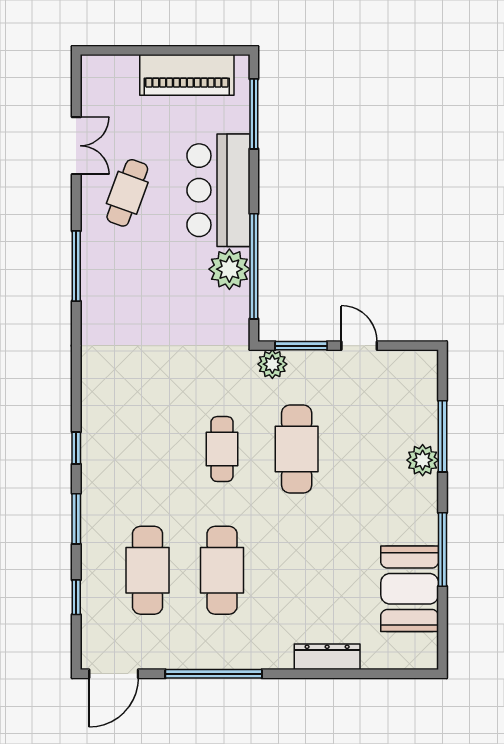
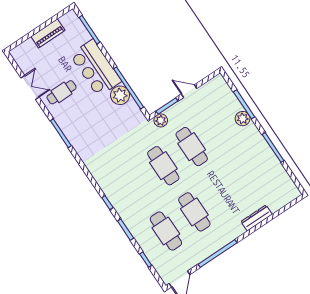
piano: (187, 75) -> (48, 33), width x0.73, depth x0.75
cafe table: (127, 193) -> (62, 92), turned 70
cafe table: (222, 449) -> (163, 166), width x1.37, depth x1.35
booth: (410, 589) -> (271, 171), removed

